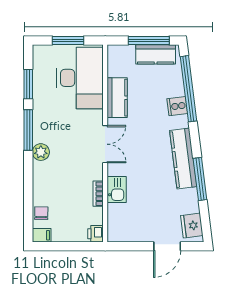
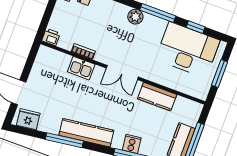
desk: (80, 78) -> (188, 50), moved, turned 180
window: (28, 84) -> (196, 27), width x0.67

